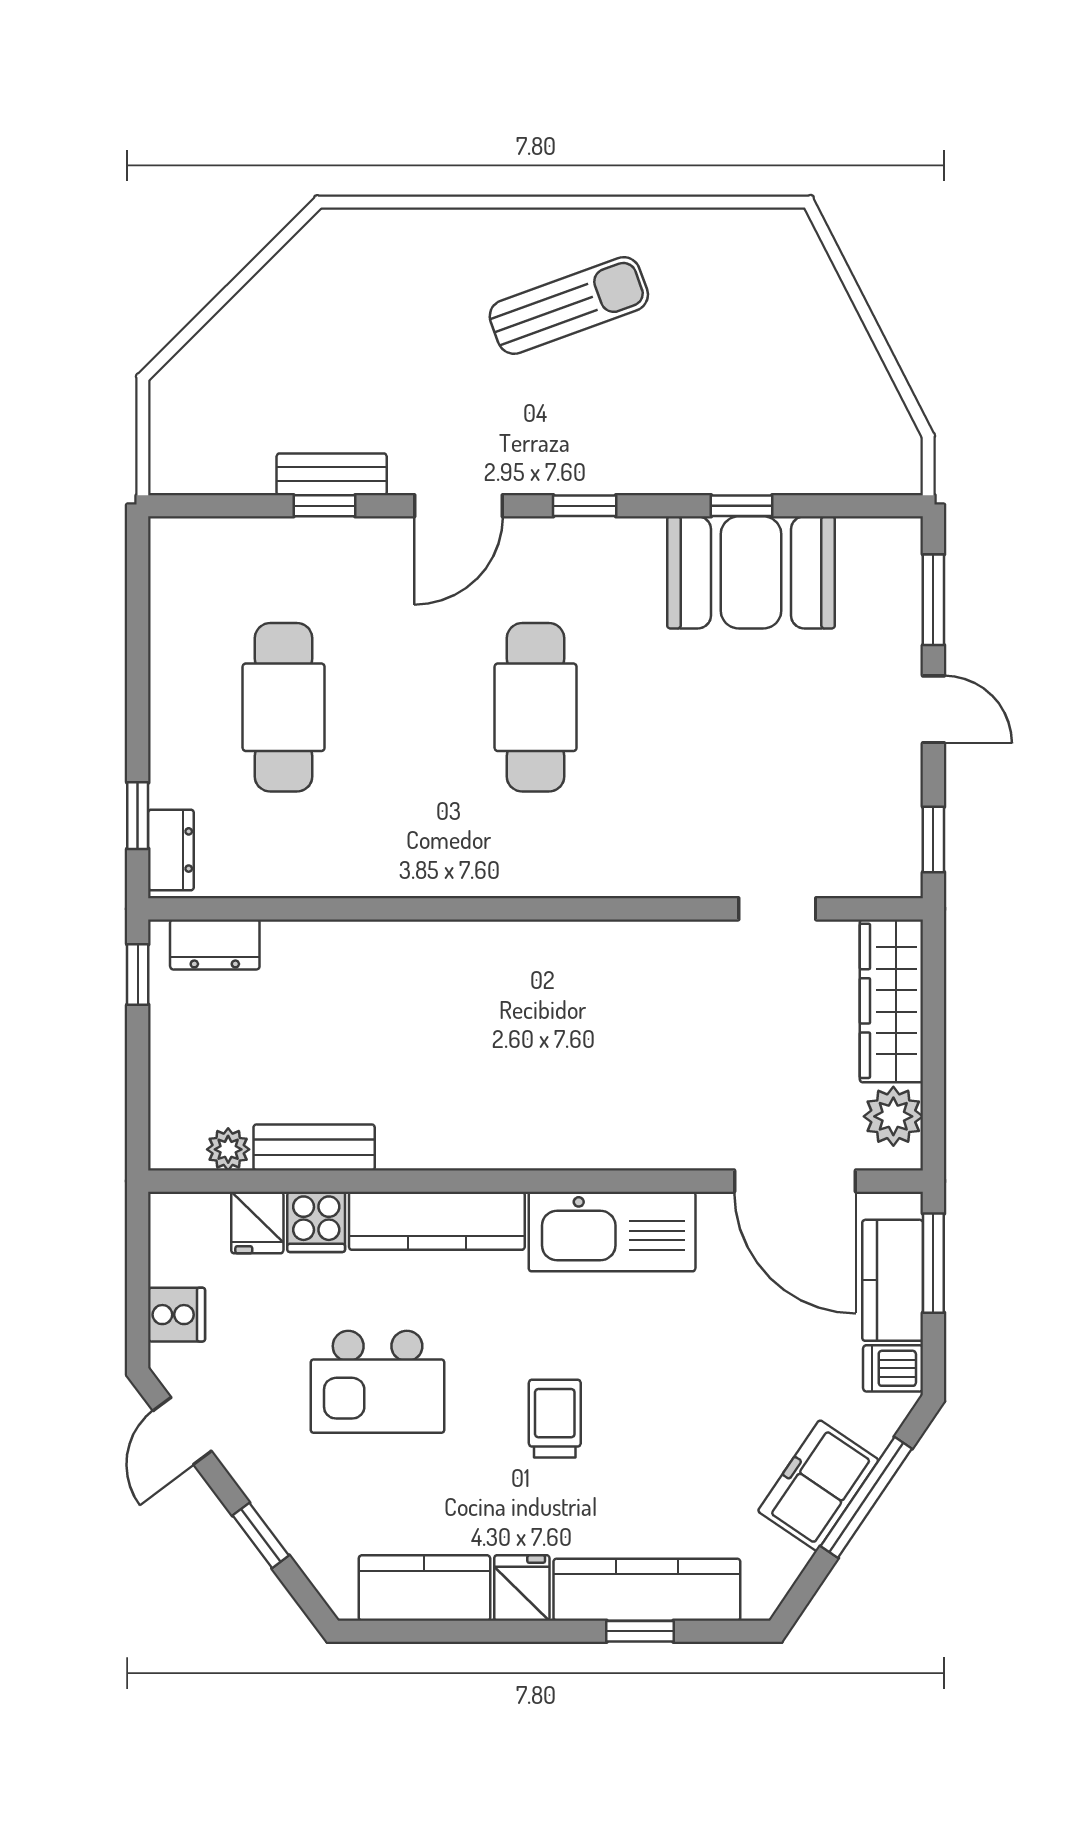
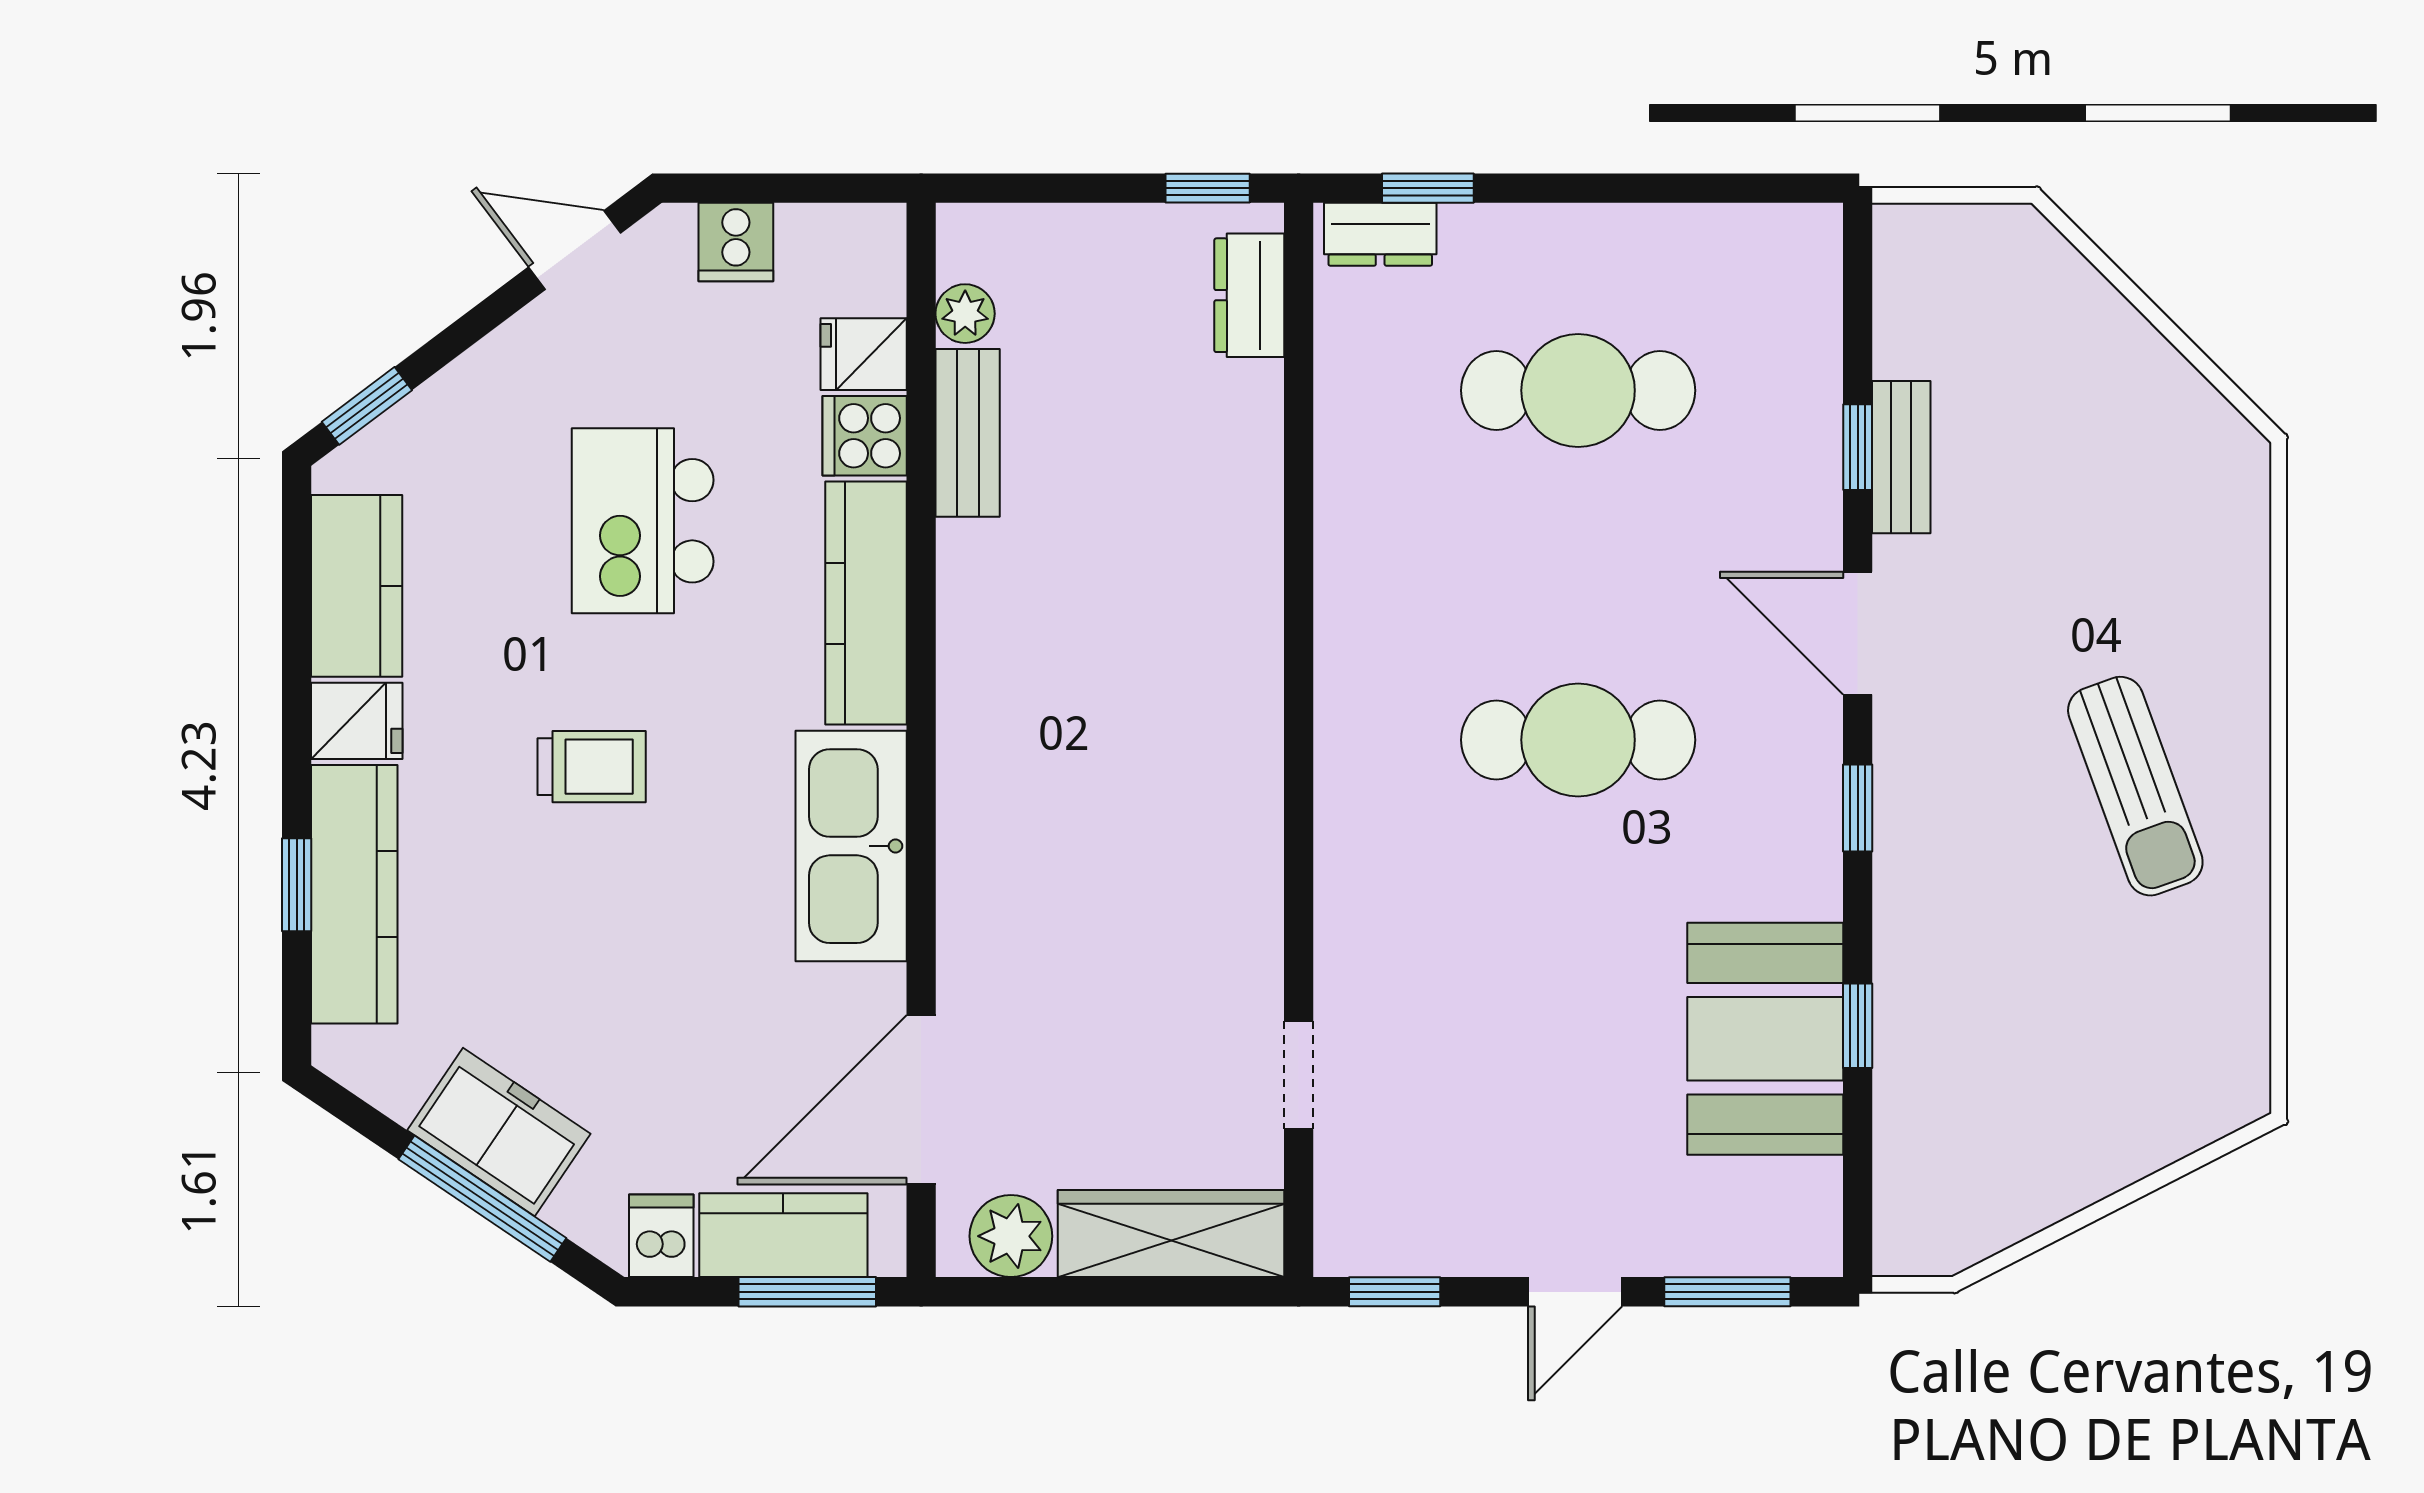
window: (261, 1535) -> (367, 406), moved

